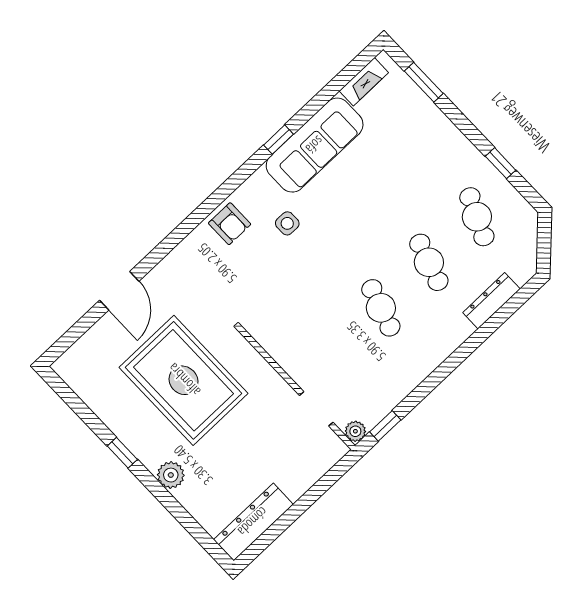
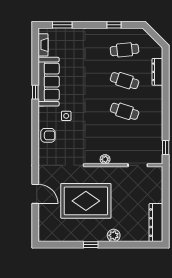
cafe table: (477, 217) -> (125, 50), turned -30
plant: (355, 431) -> (105, 159), moved

